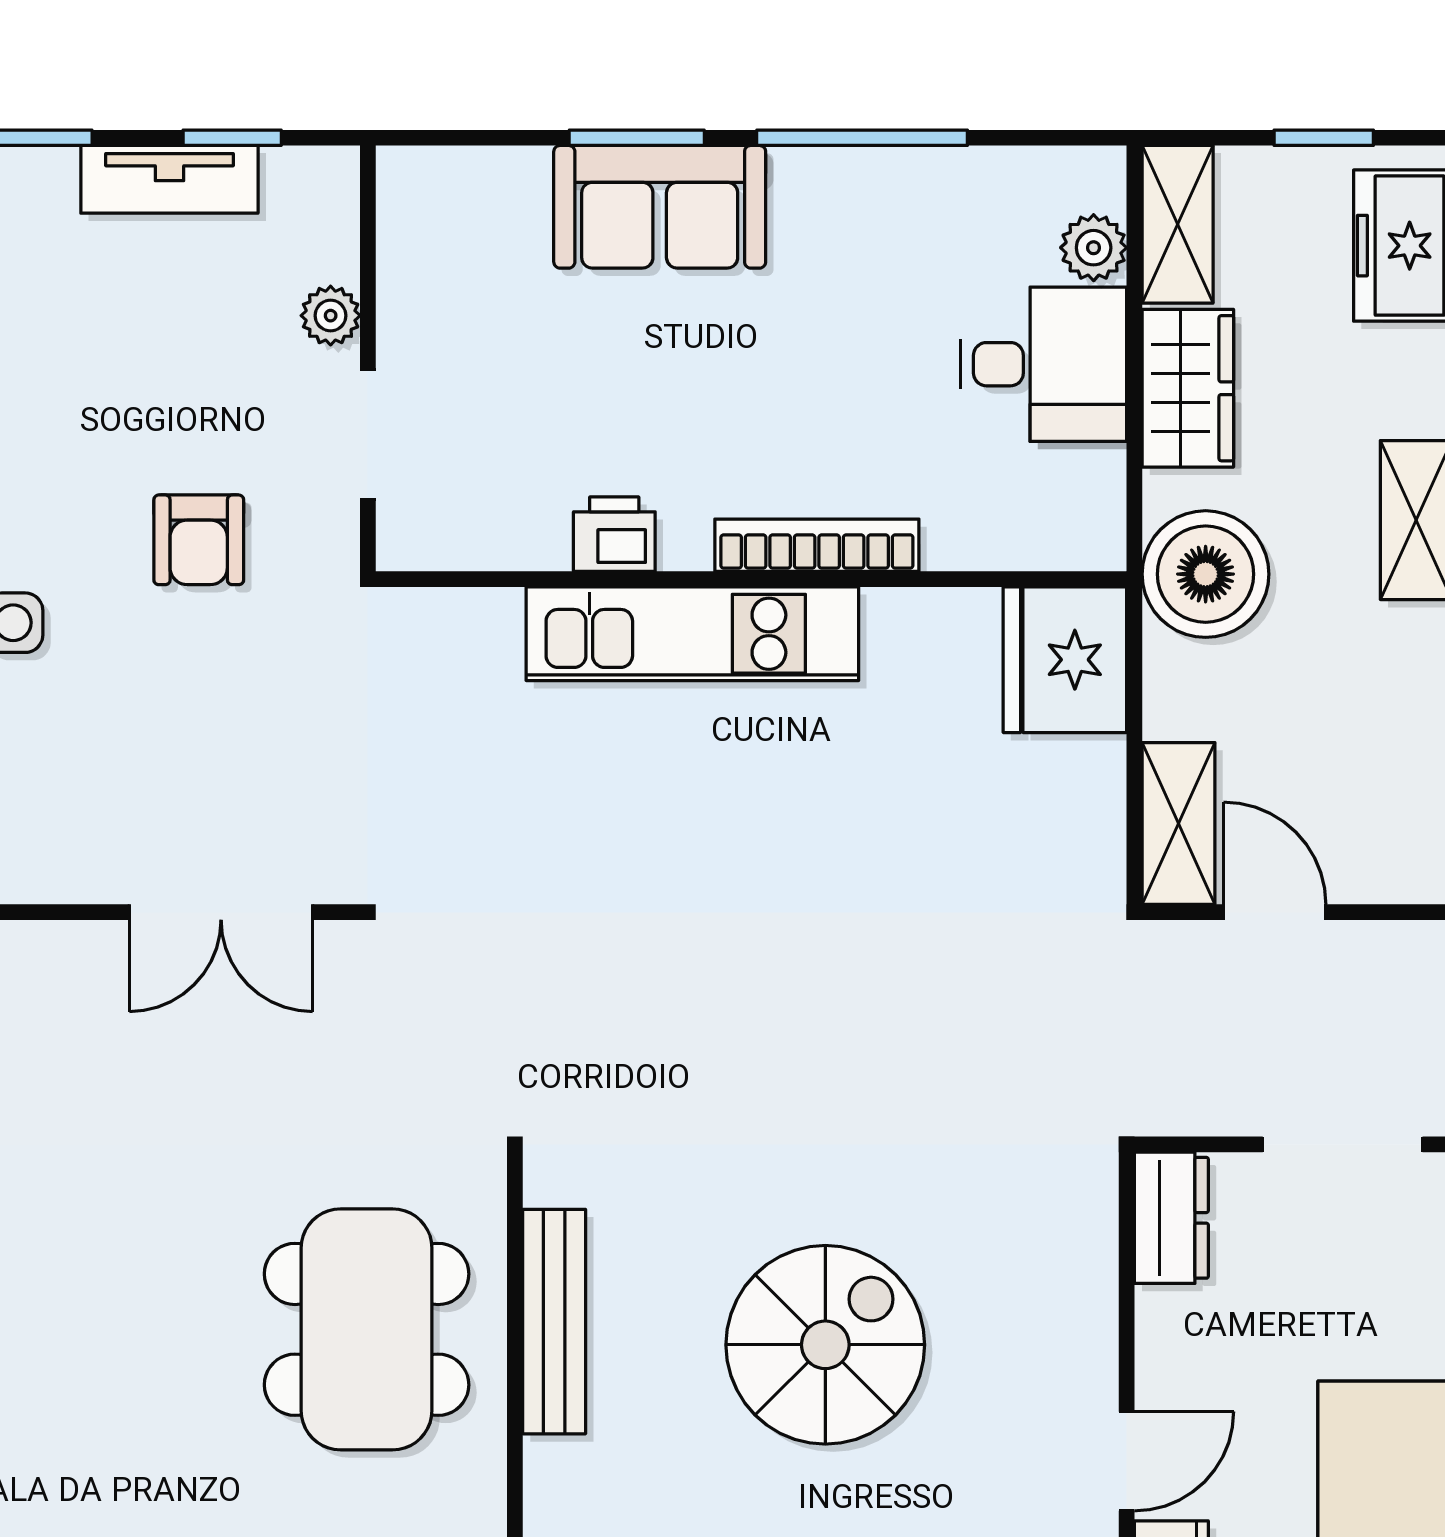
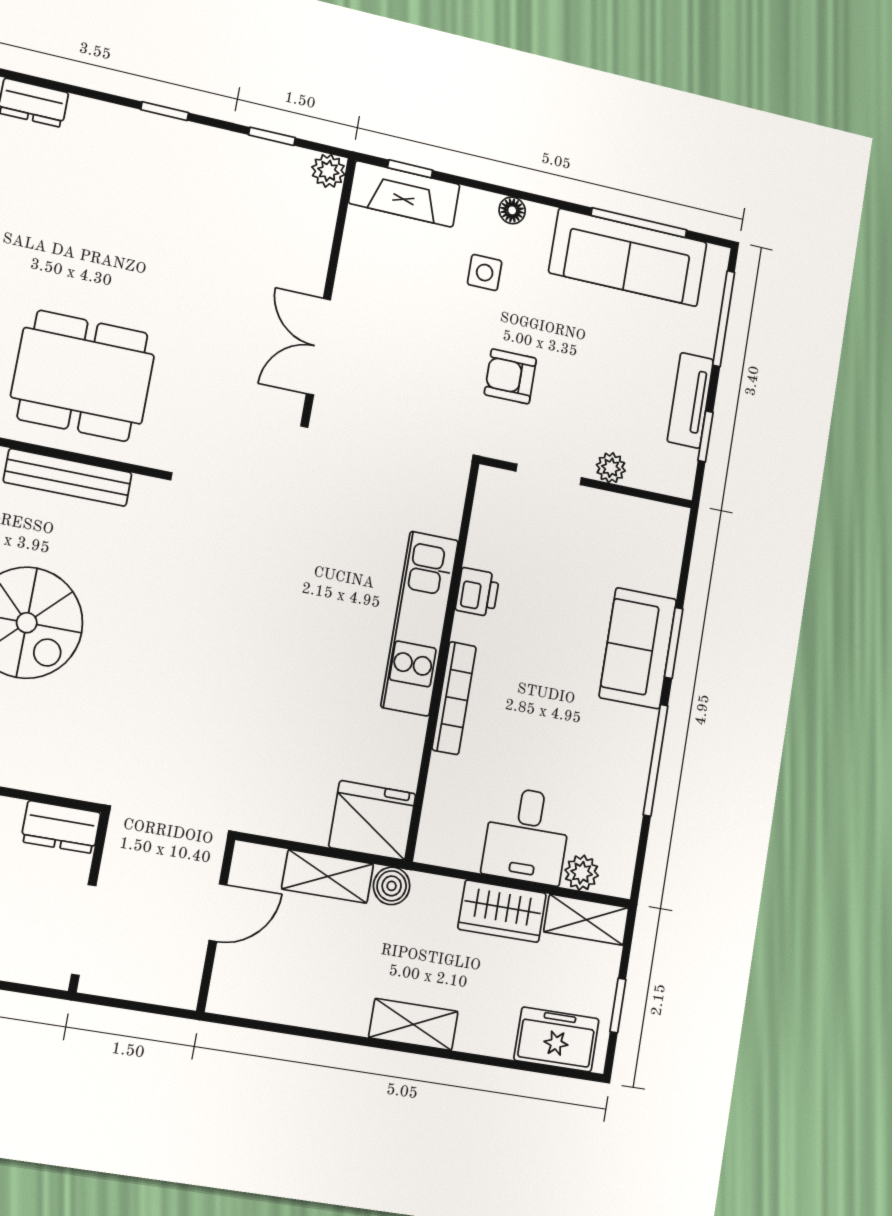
boiler: (1206, 574) -> (392, 886), width x0.54, depth x0.54
shelving: (1179, 823) -> (328, 876), moved

